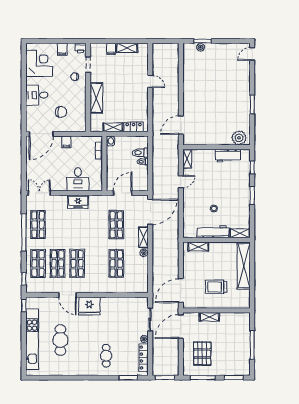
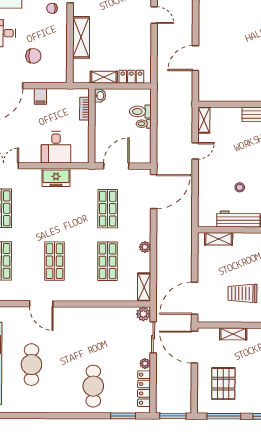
door: (181, 125) -> (195, 58), moved
shelving: (143, 237) -> (144, 287), moved
shop shelf: (58, 263) -> (28, 261), removed
plant: (143, 302) -> (143, 314), added
fridge: (89, 306) -> (71, 319), removed
door: (181, 327) -> (194, 347), hinge flipped
cafe table: (106, 356) -> (93, 386), width x1.37, depth x1.35

